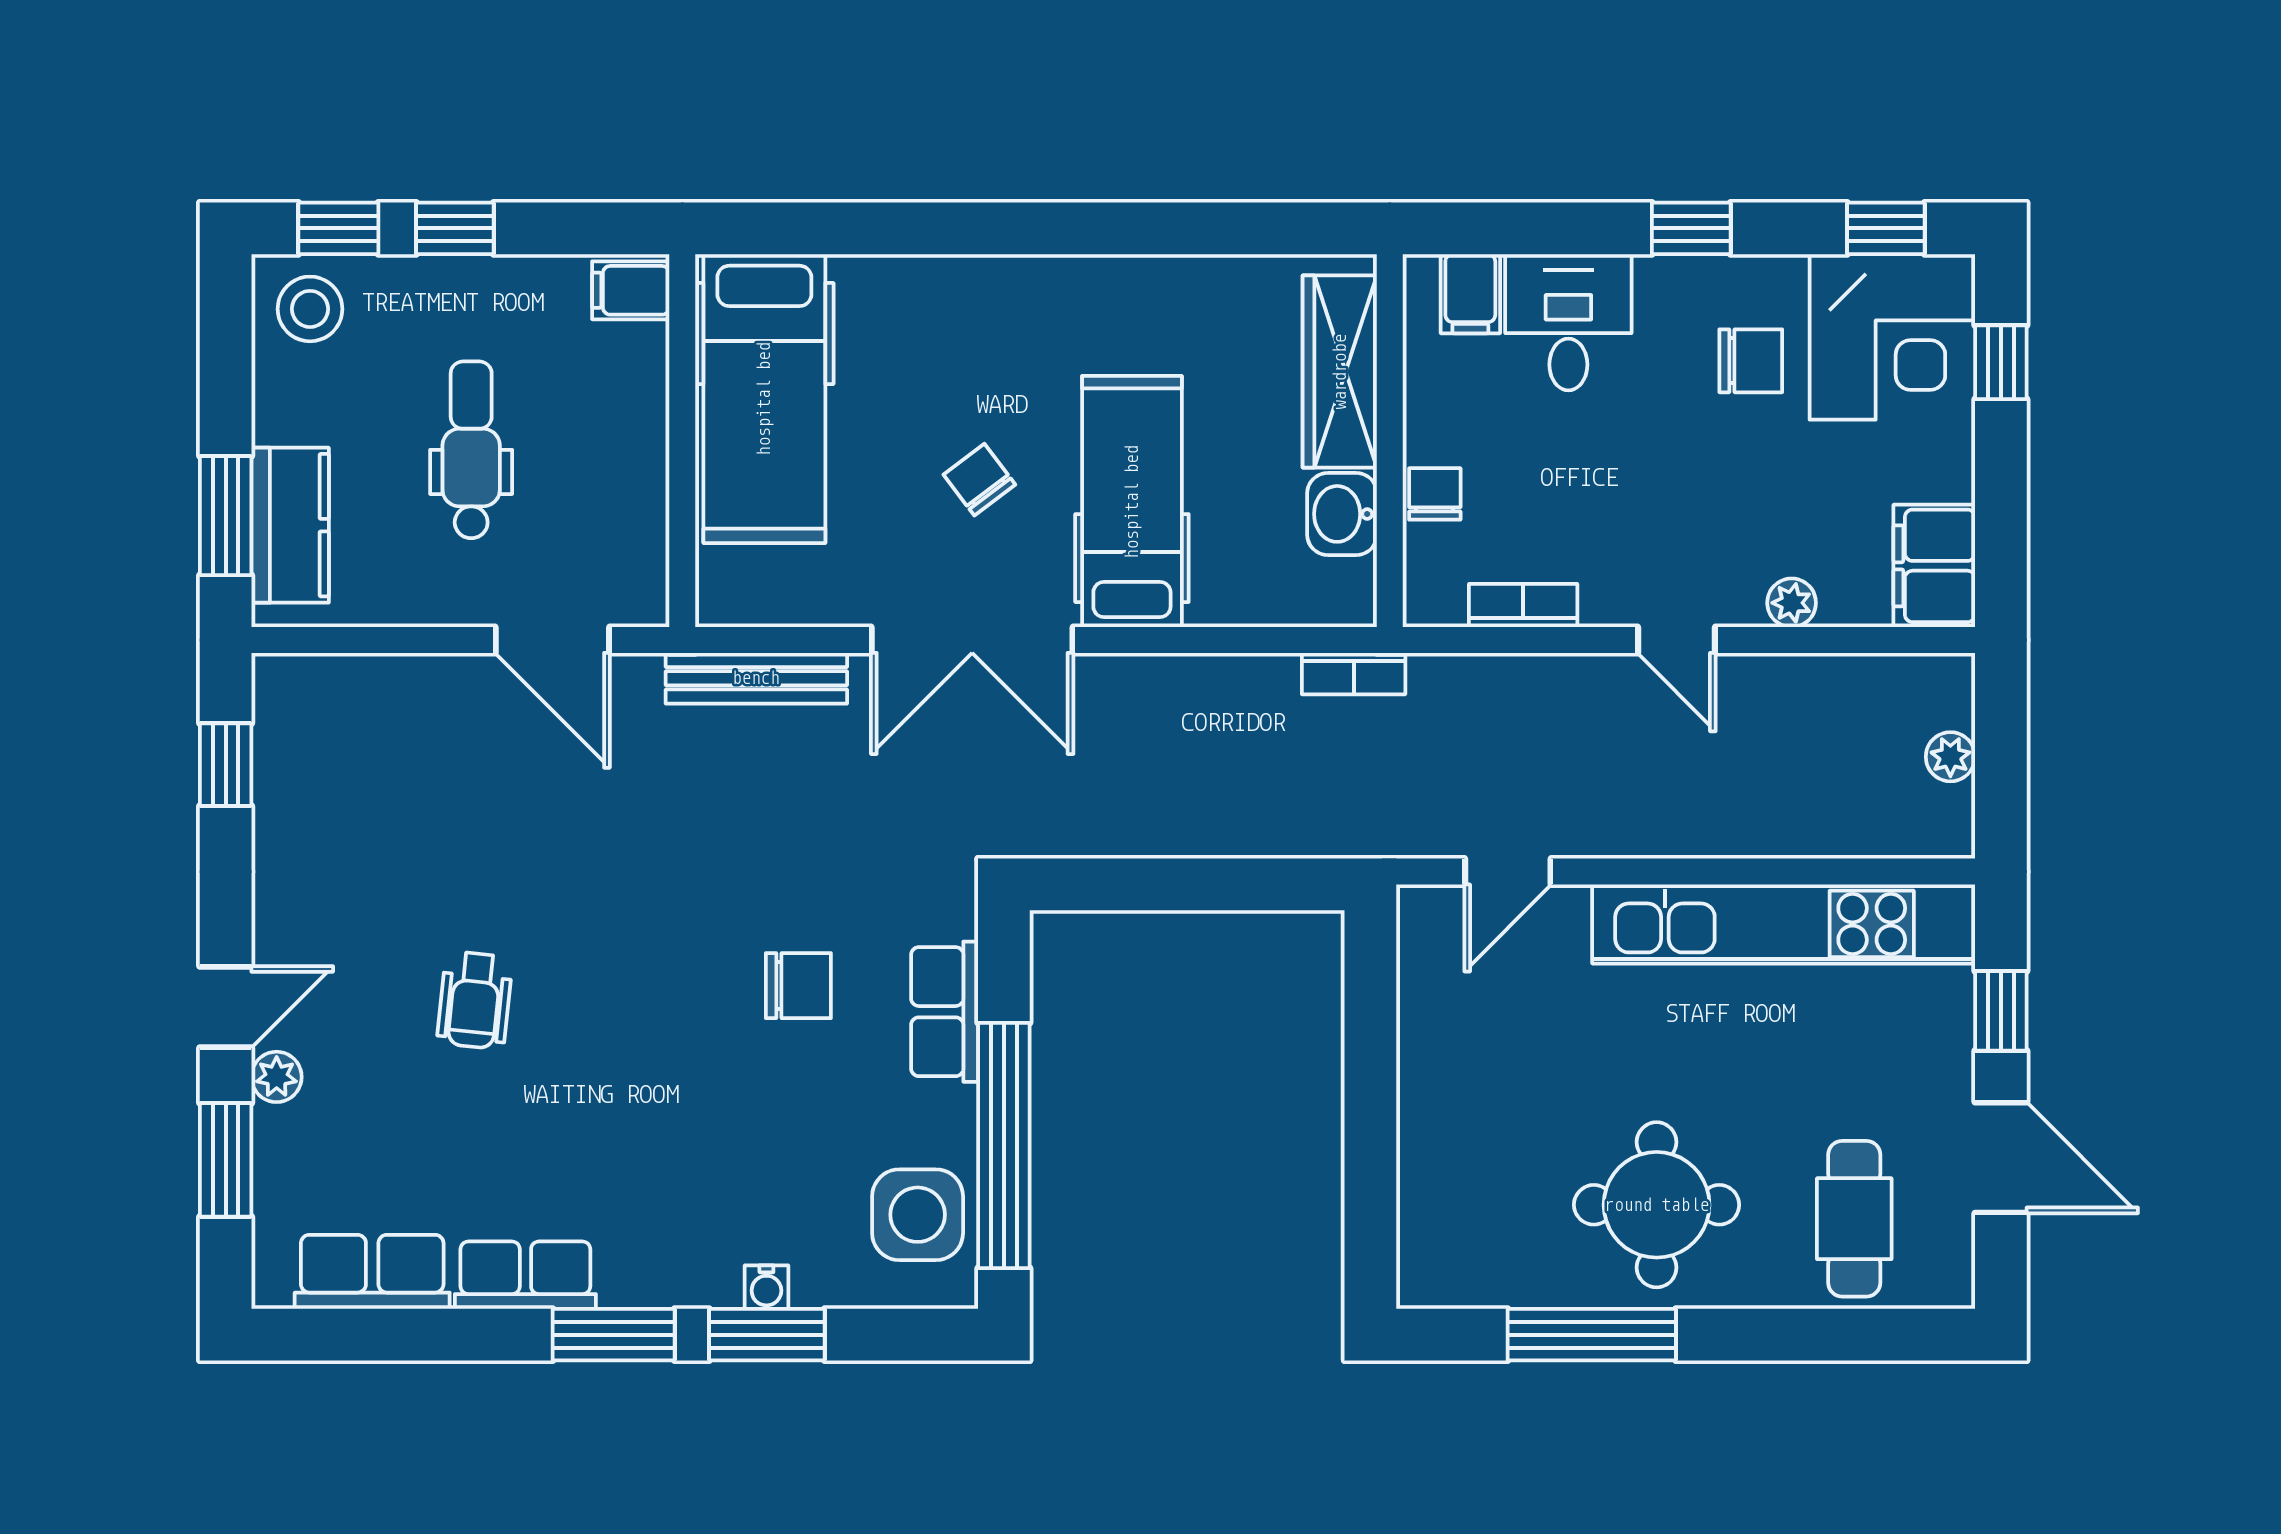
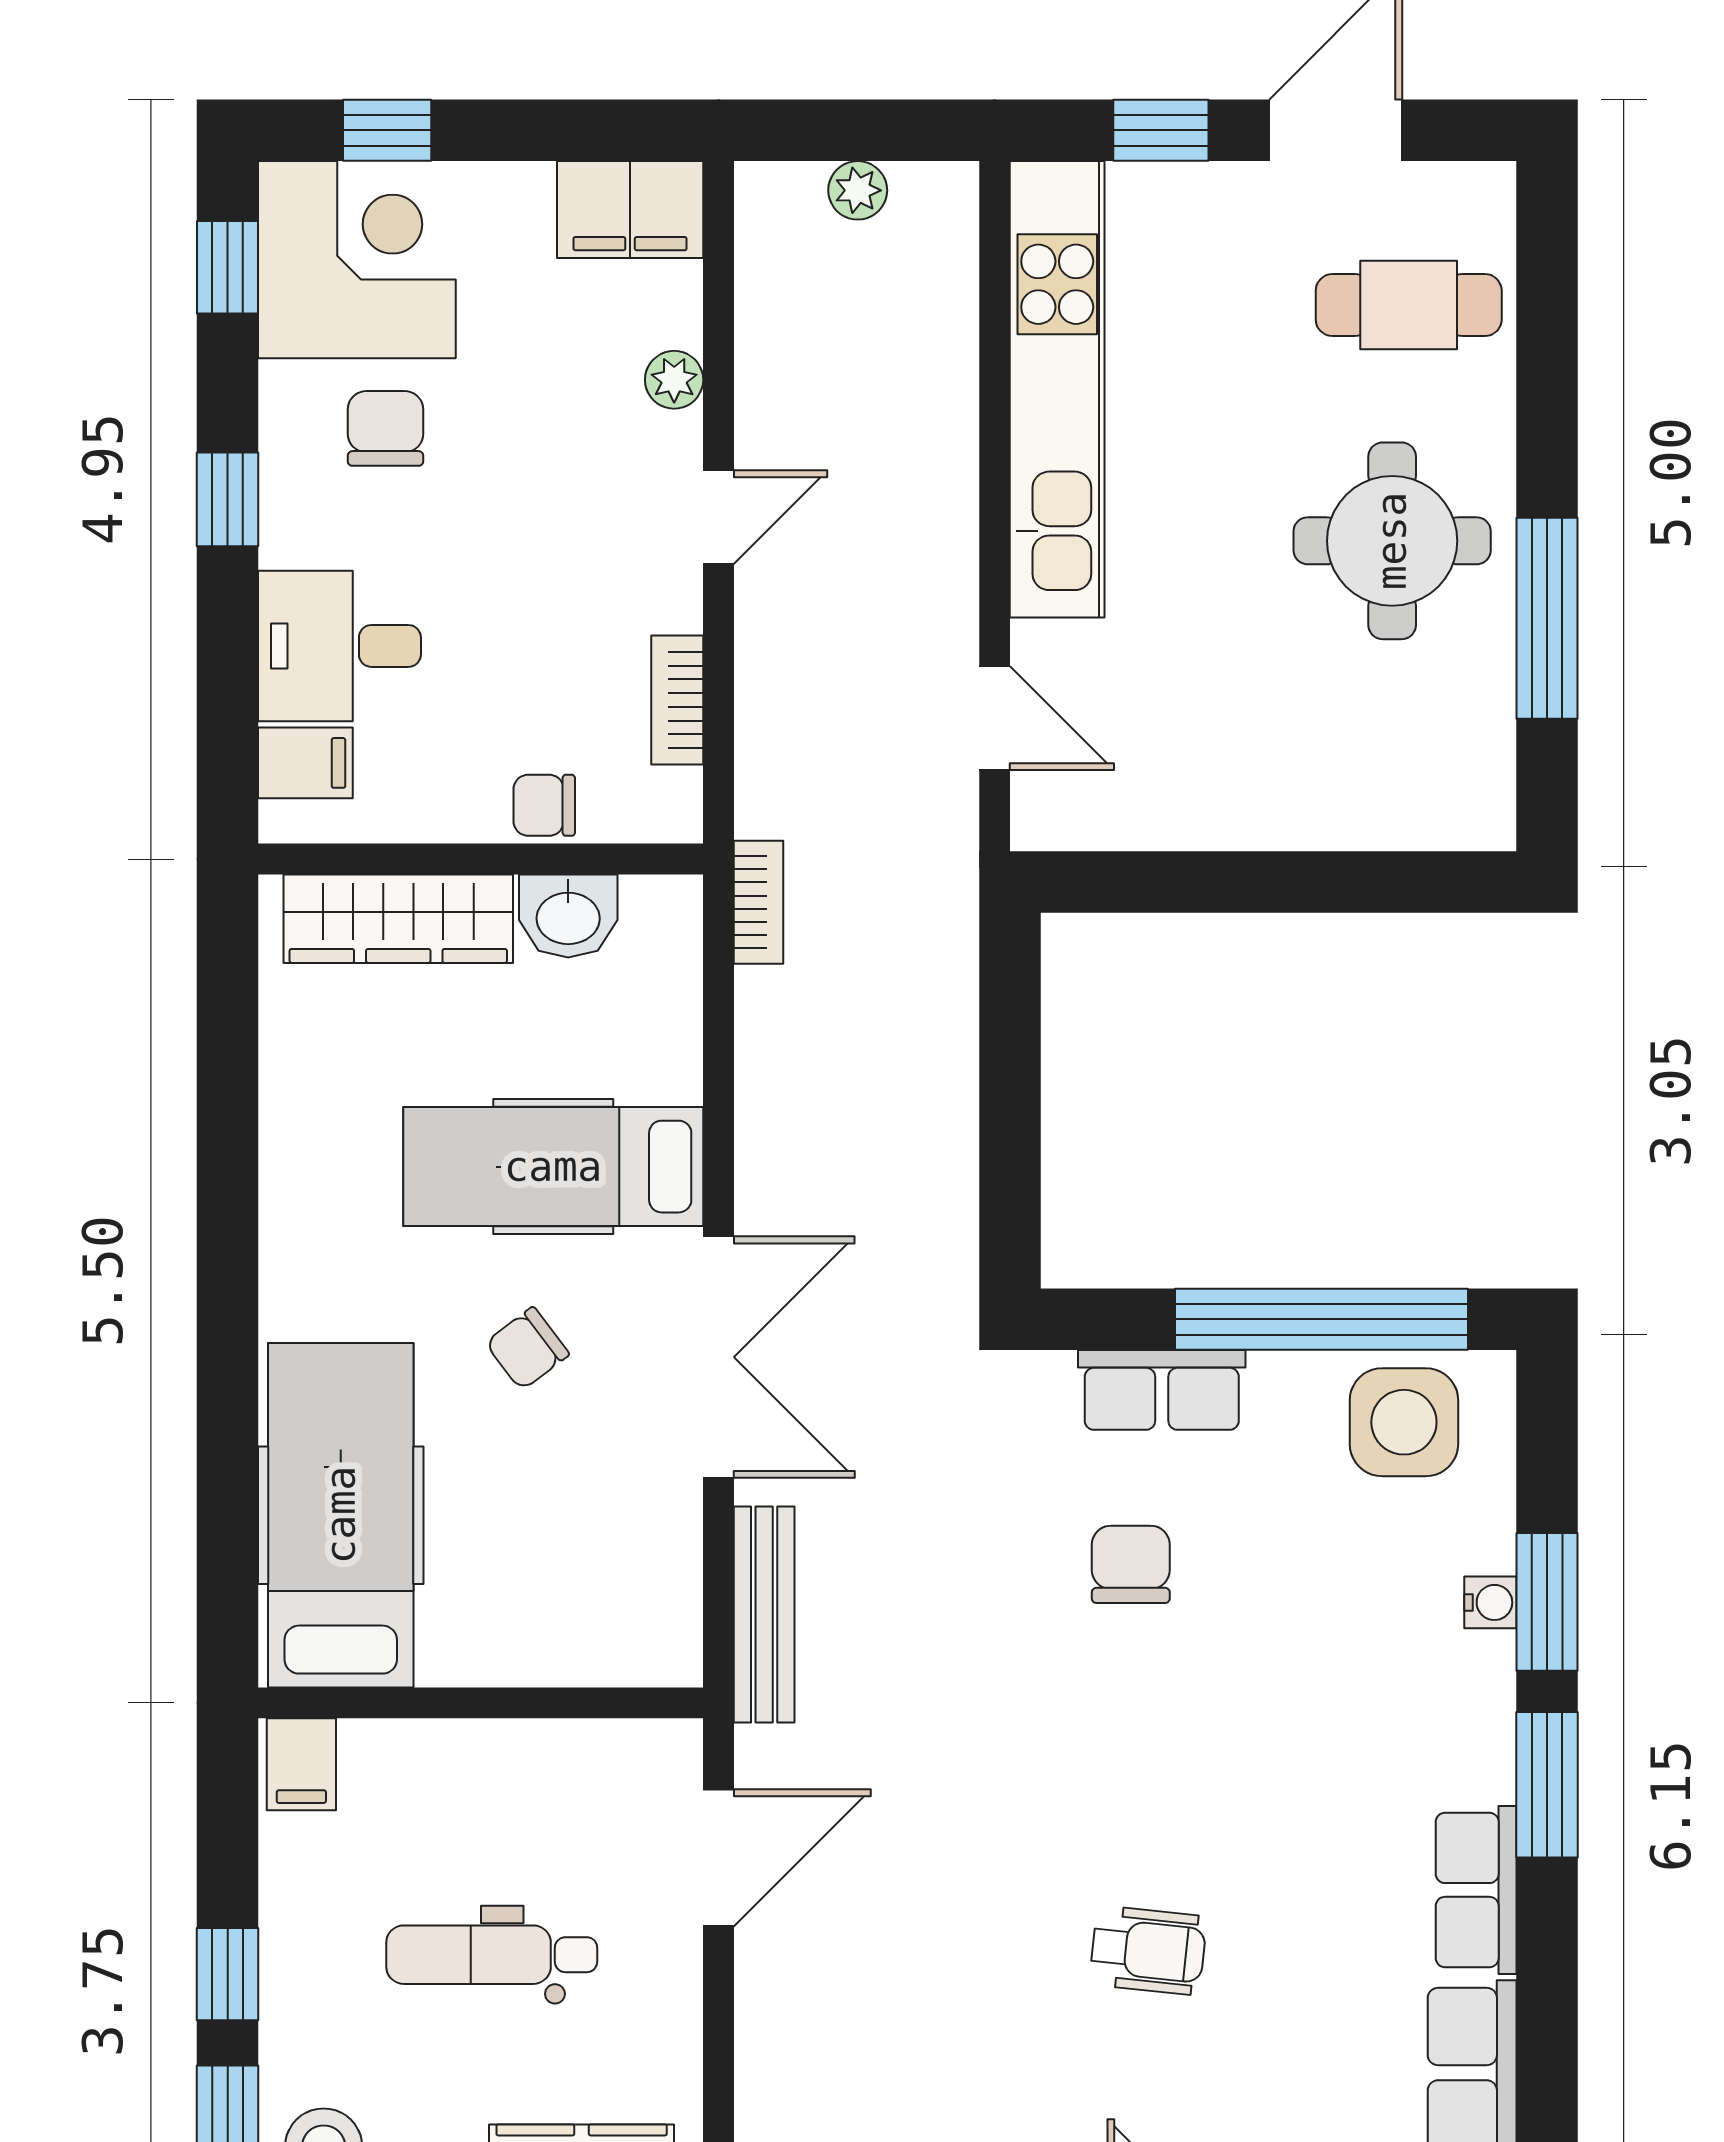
hospital bed: (764, 399) -> (341, 1515), moved, turned -90

